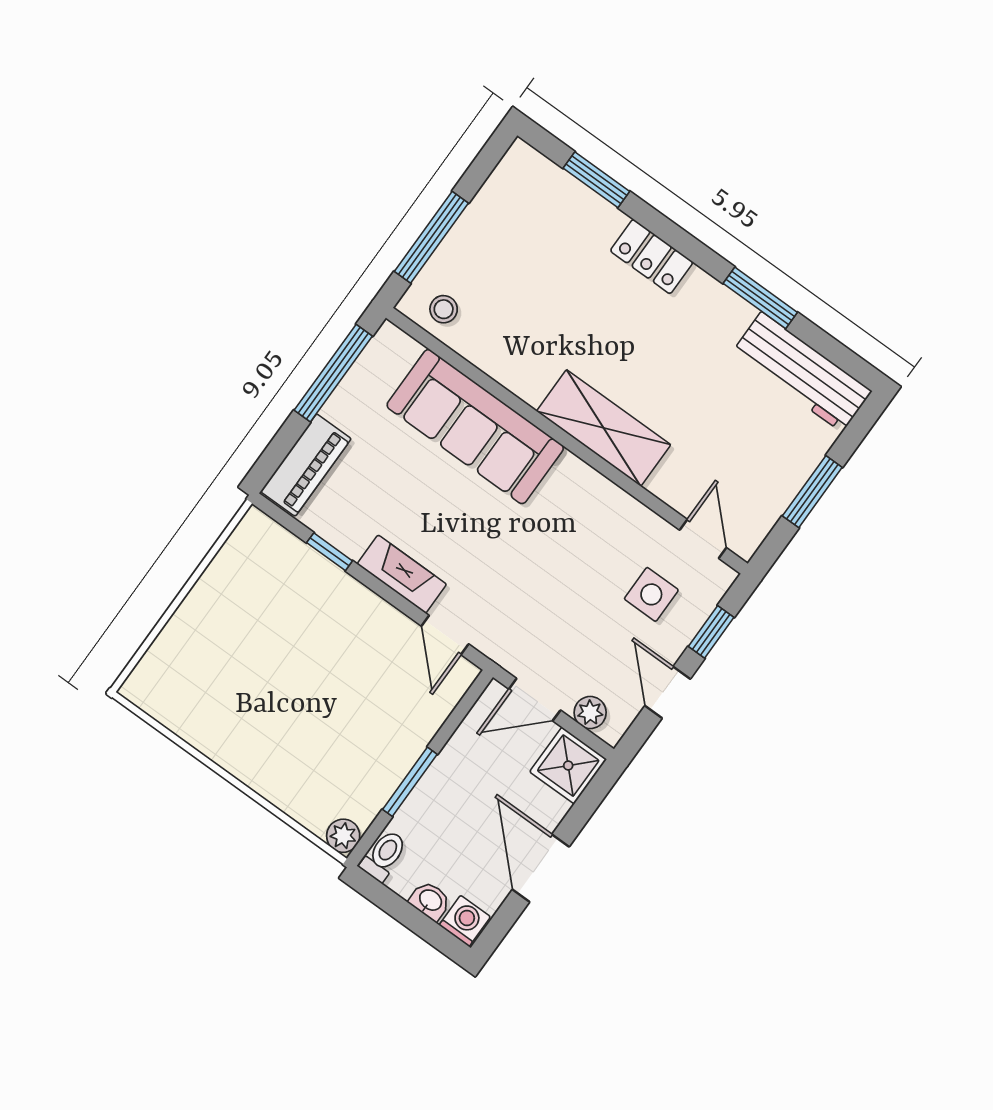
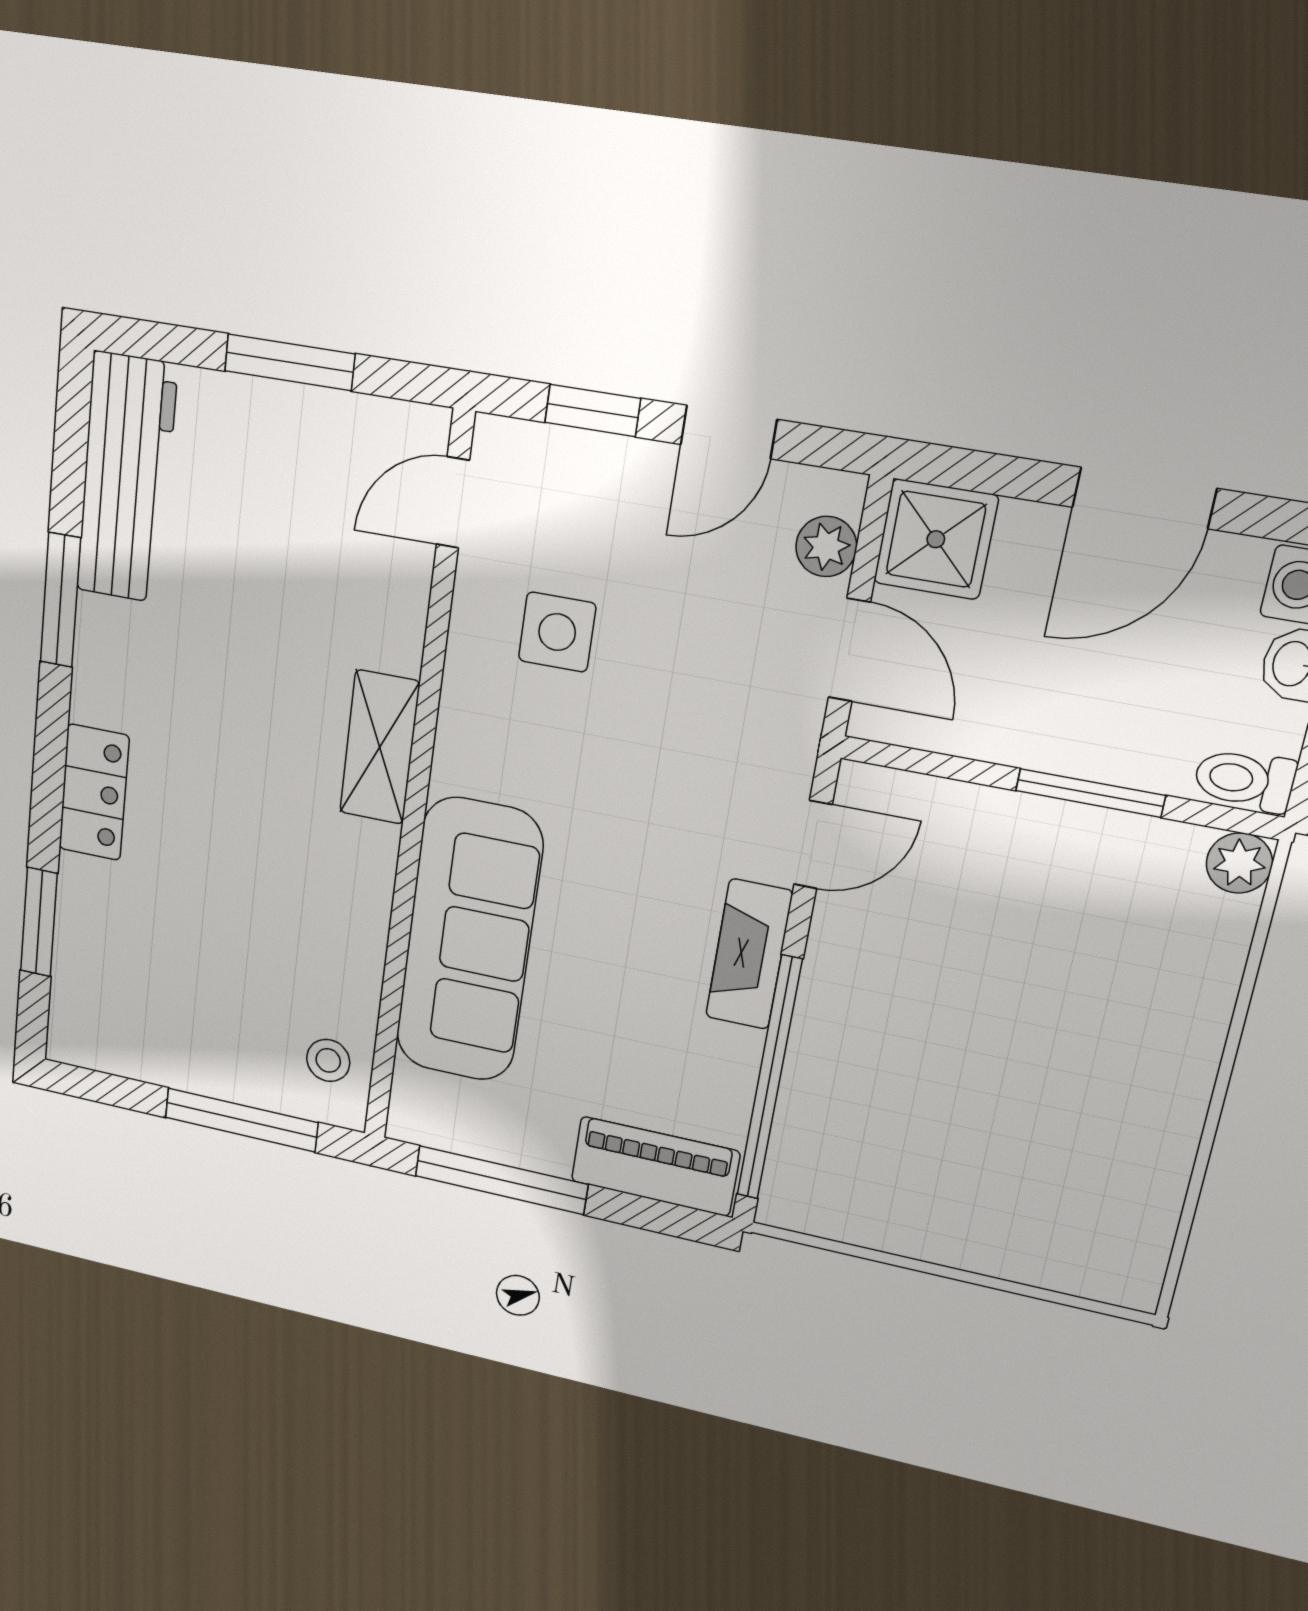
shelving: (604, 428) -> (380, 747), width x0.67, depth x0.75
window: (330, 552) -> (769, 1079), width x3.17
side table: (651, 594) -> (557, 632), moved

